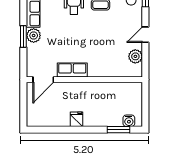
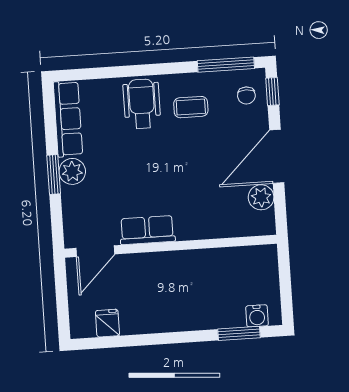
door: (145, 35) -> (277, 156), width x1.88
fridge: (77, 119) -> (107, 323), moved

